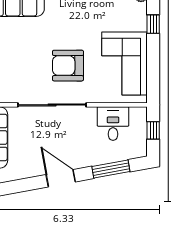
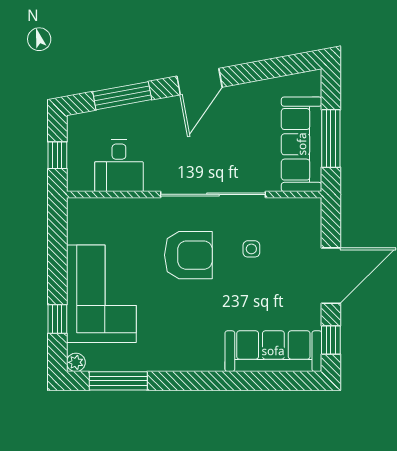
corner sofa: (124, 63) -> (101, 294), moved
side table: (27, 70) -> (251, 249), added
door: (61, 178) -> (200, 82), hinge flipped

